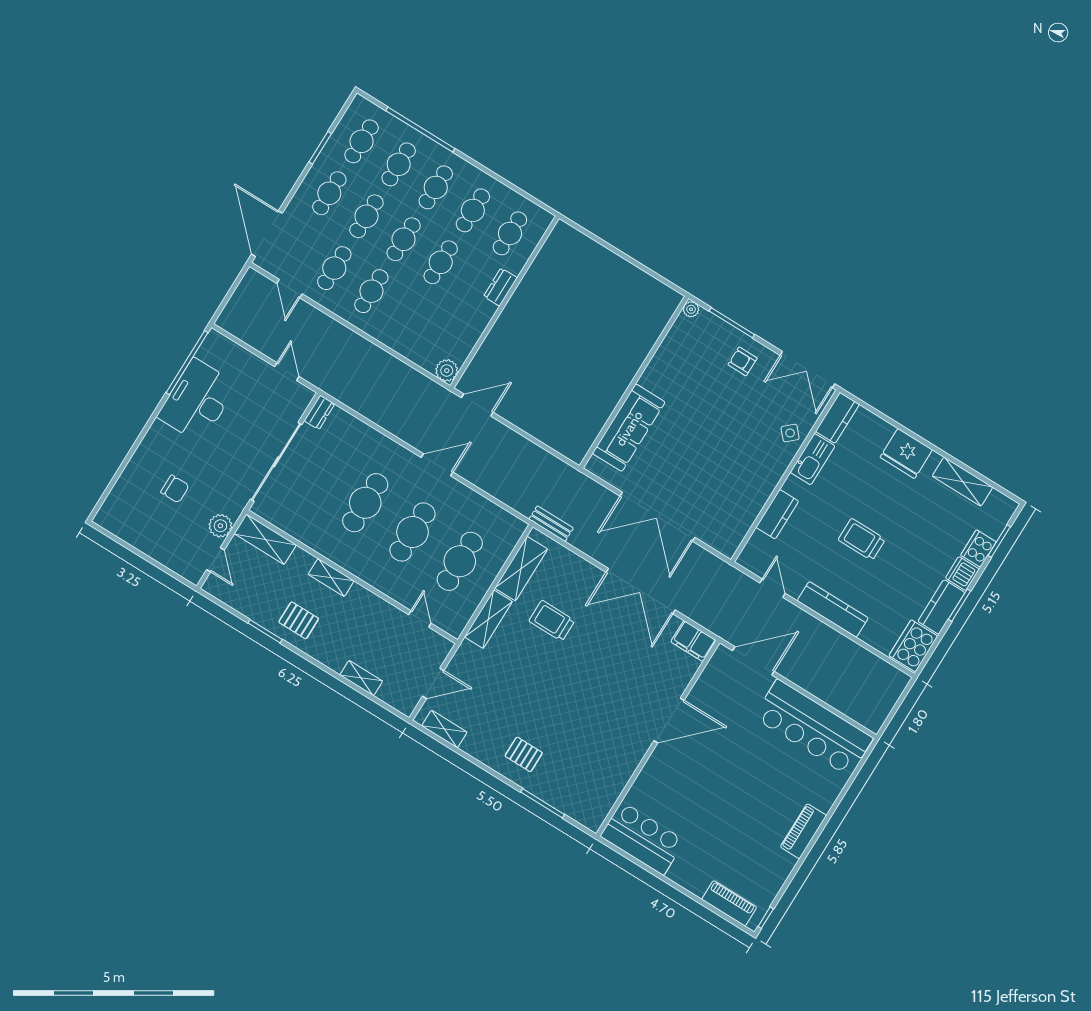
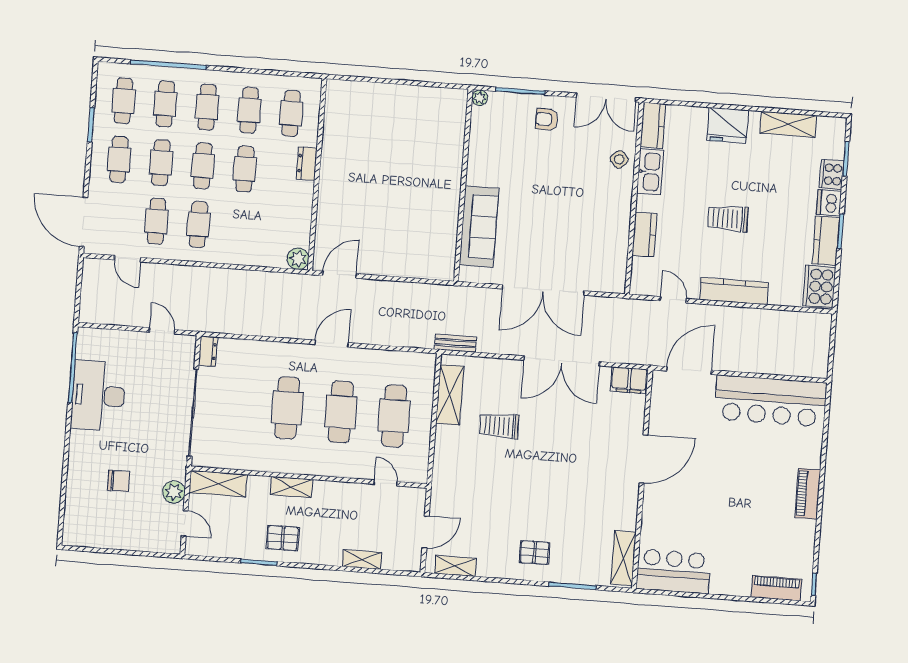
shelving: (488, 619) -> (623, 558), moved

